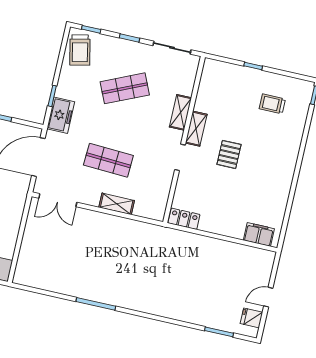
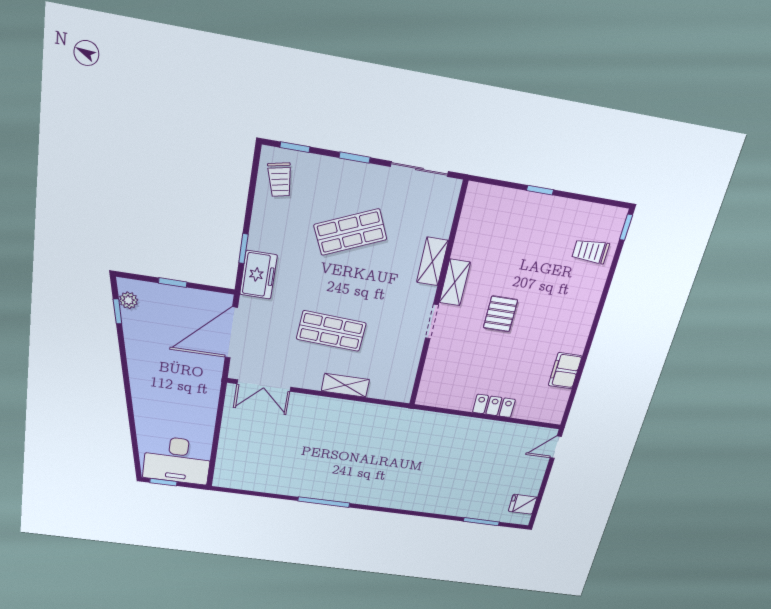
trolley: (80, 50) -> (280, 180), width x0.73, depth x0.72
trolley: (272, 104) -> (591, 251), moved
locker: (184, 219) -> (494, 406), moved
filing cabinet: (259, 234) -> (565, 371), moved, turned -90
door: (268, 297) -> (556, 447), moved

